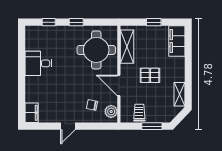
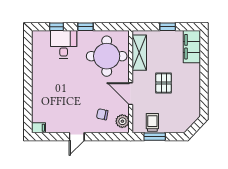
desk: (38, 63) -> (64, 44), moved, turned 90
pallet: (150, 75) -> (164, 83), turned 90
shelving: (179, 94) -> (195, 103), removed
filing cabinet: (32, 113) -> (38, 128), width x0.50
window: (152, 126) -> (155, 137), moved

